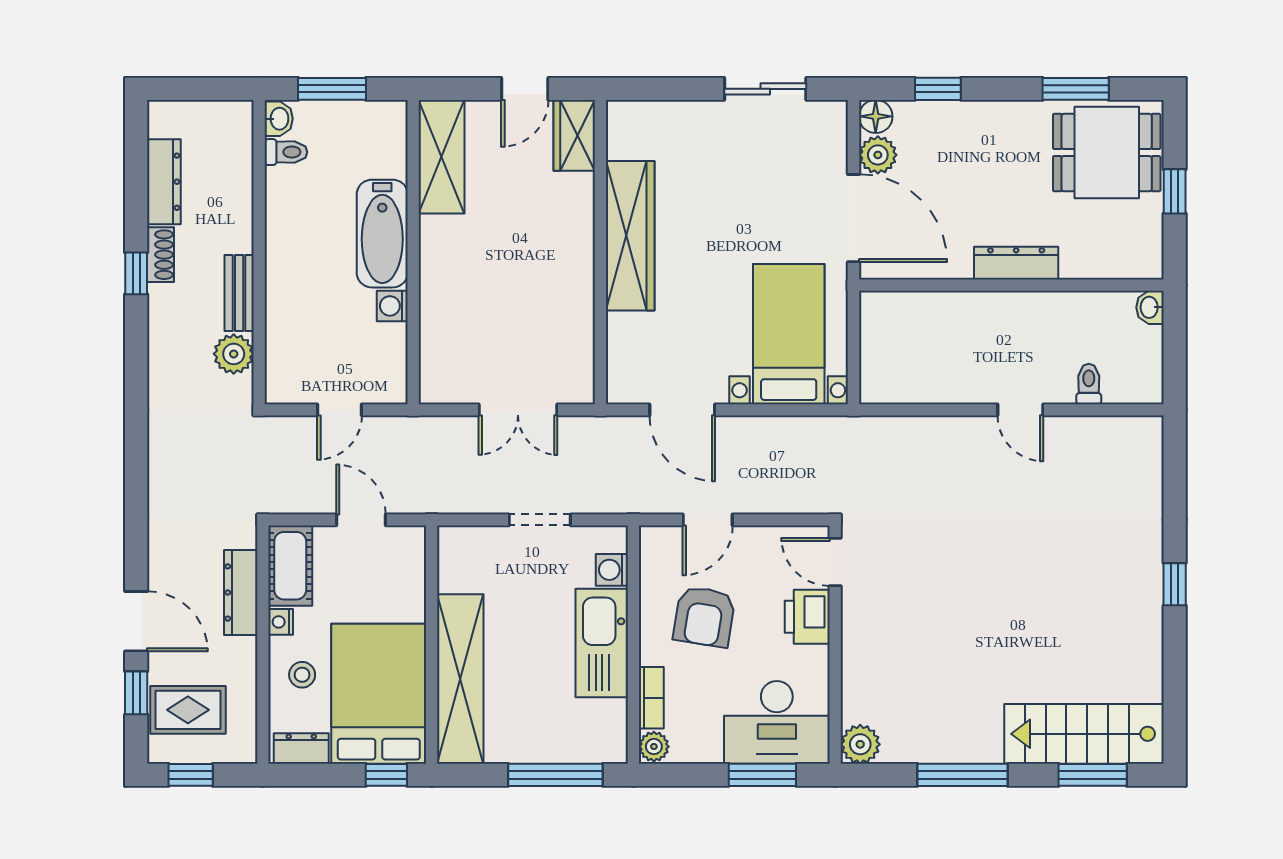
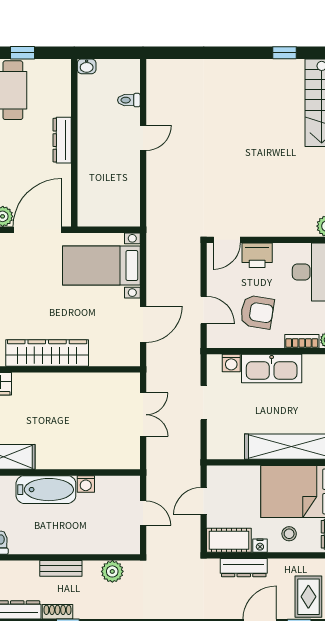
bench: (239, 293) -> (61, 568), moved
window: (1175, 584) -> (285, 53), moved

